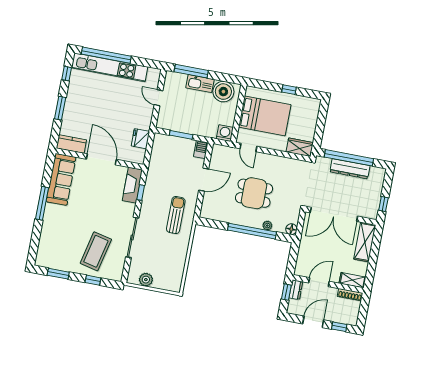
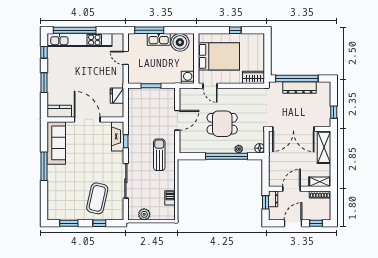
barbecue: (201, 150) -> (170, 198), moved

